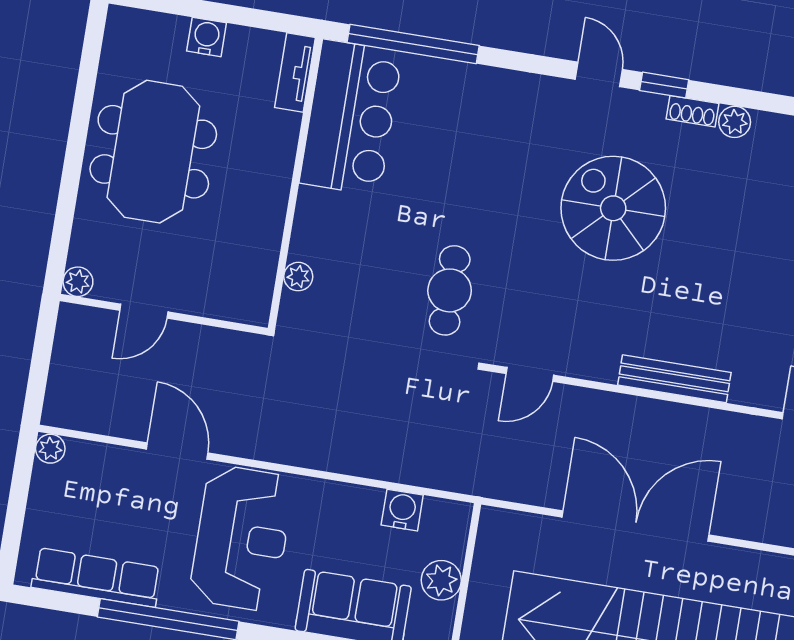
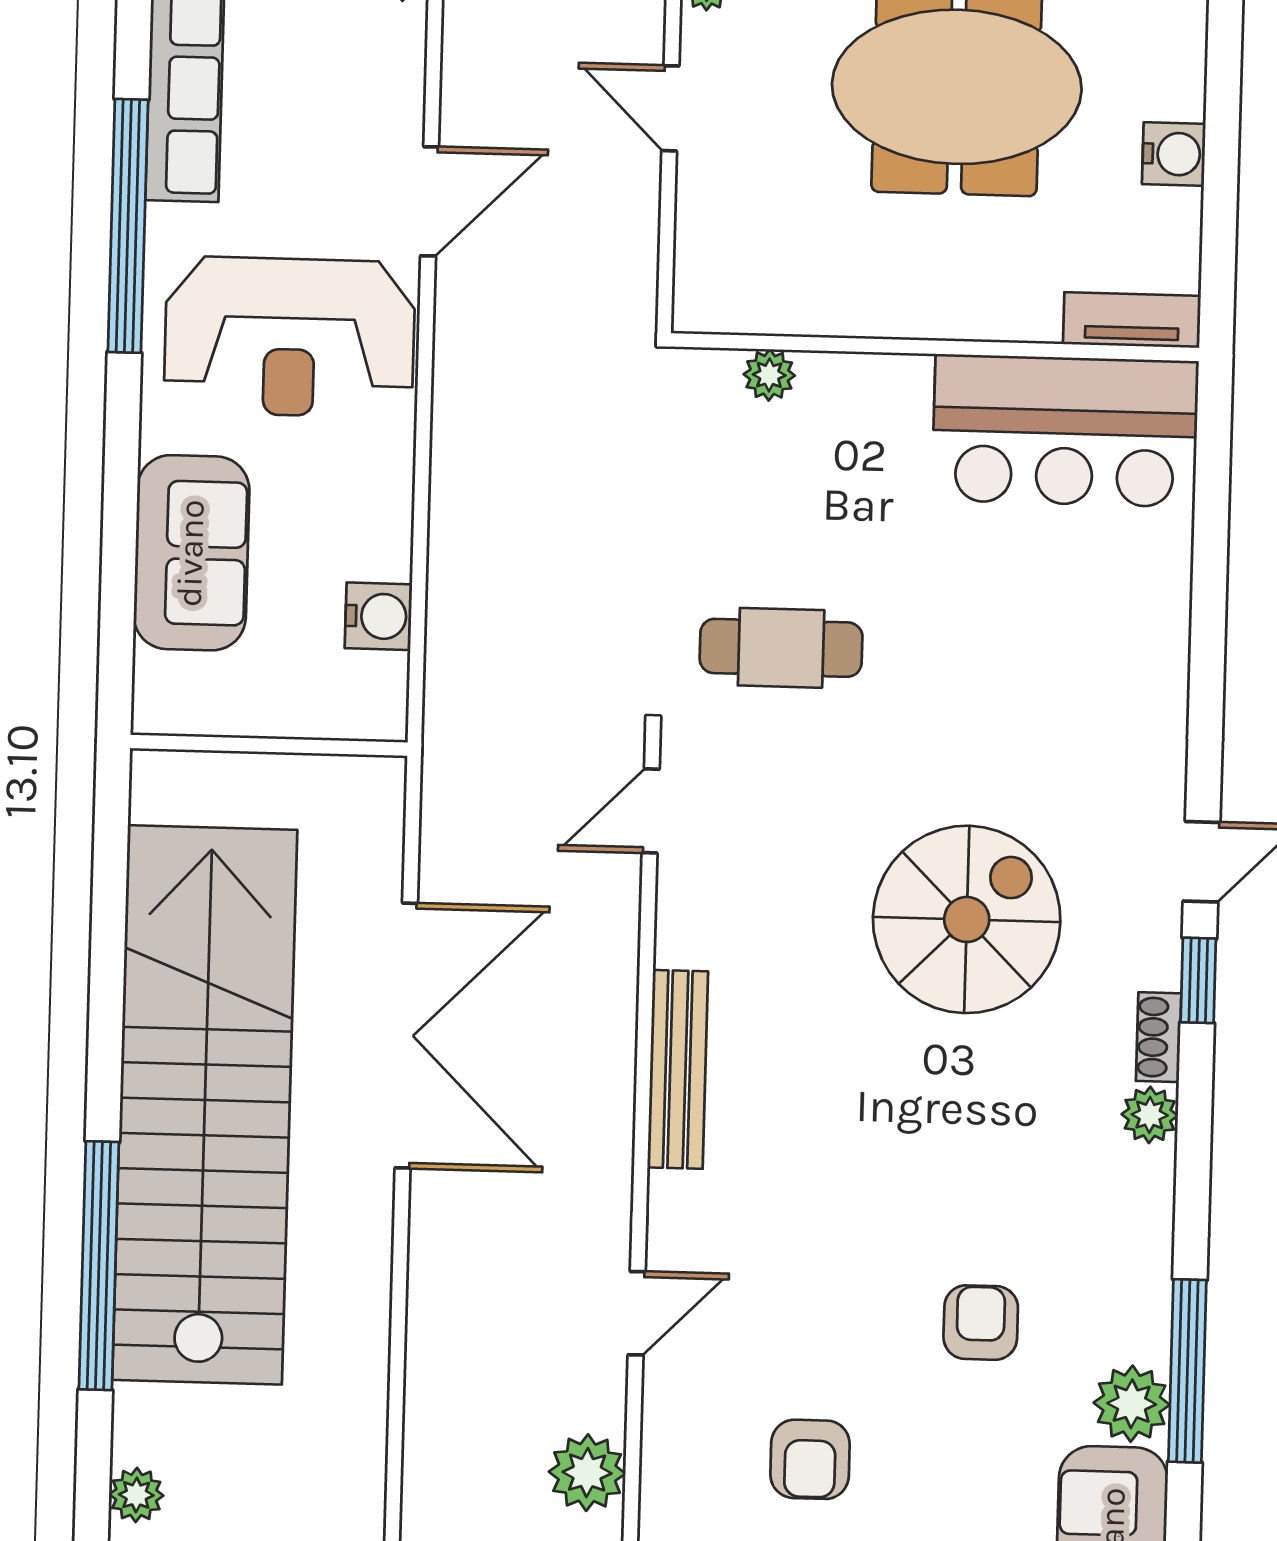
window: (413, 44) -> (1211, 523), removed
door: (530, 374) -> (651, 811), hinge flipped
plant: (441, 580) -> (263, 703), removed

